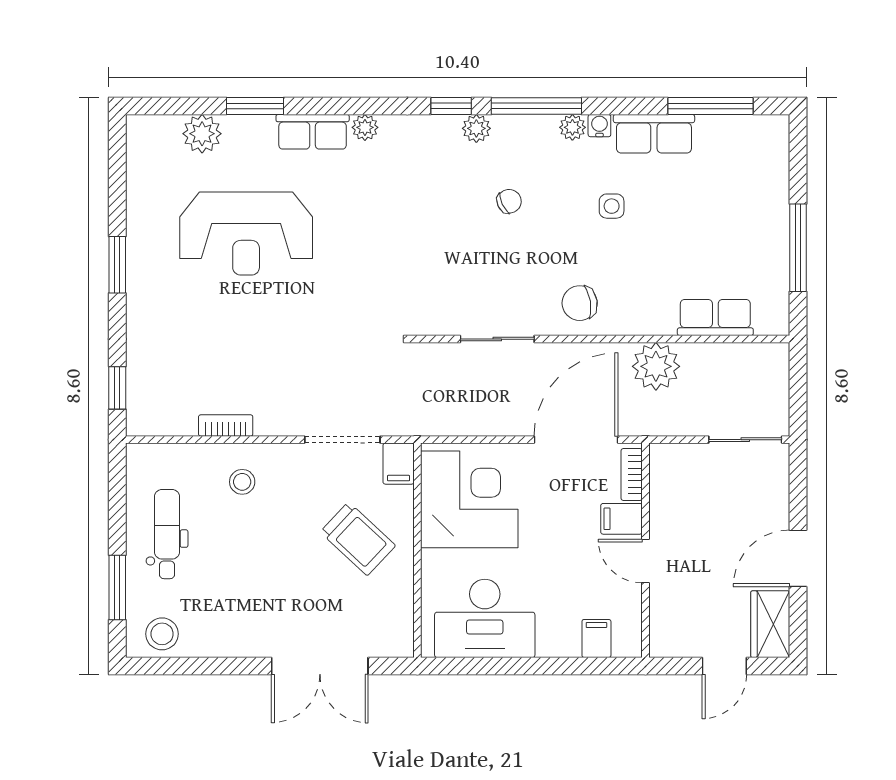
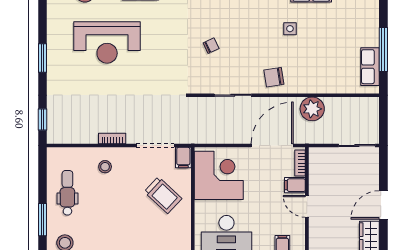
chair: (509, 201) -> (211, 46), moved
row of seats: (715, 318) -> (370, 67), moved, turned -90
bookcase: (226, 425) -> (112, 138), moved

